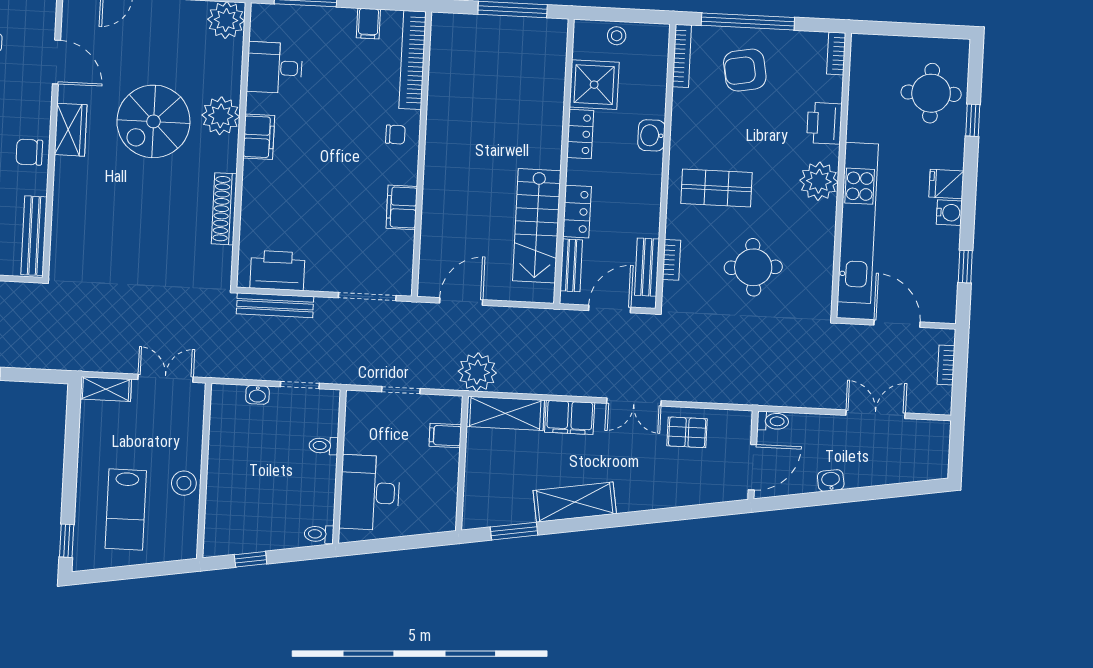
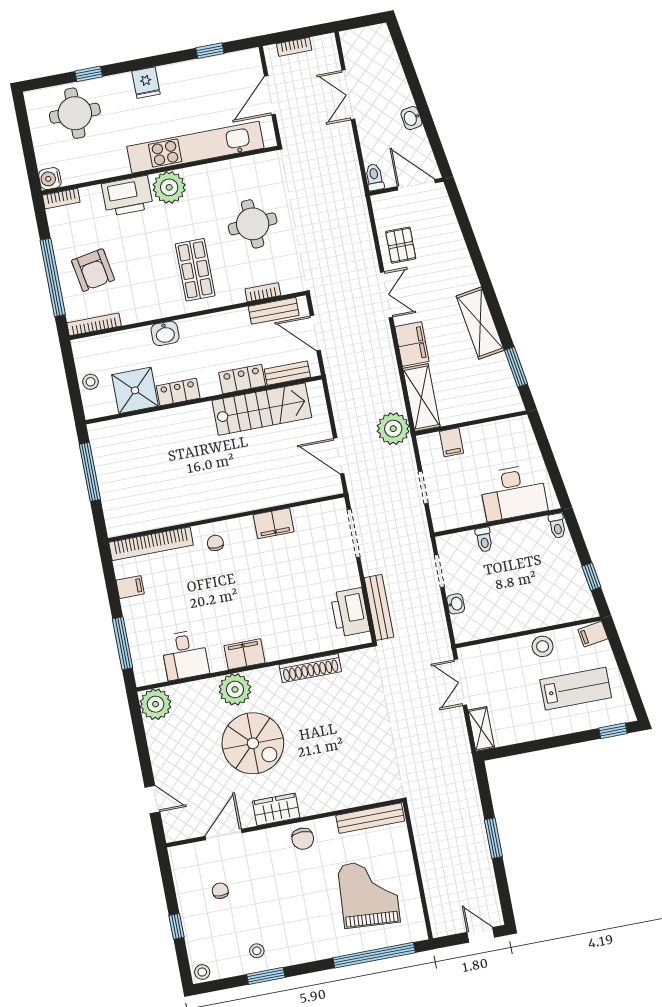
printer: (824, 123) -> (127, 196), width x1.37, depth x1.19
water cooler: (949, 213) -> (50, 179), moved, turned -90
filing cabinet: (184, 545) -> (593, 634), added

